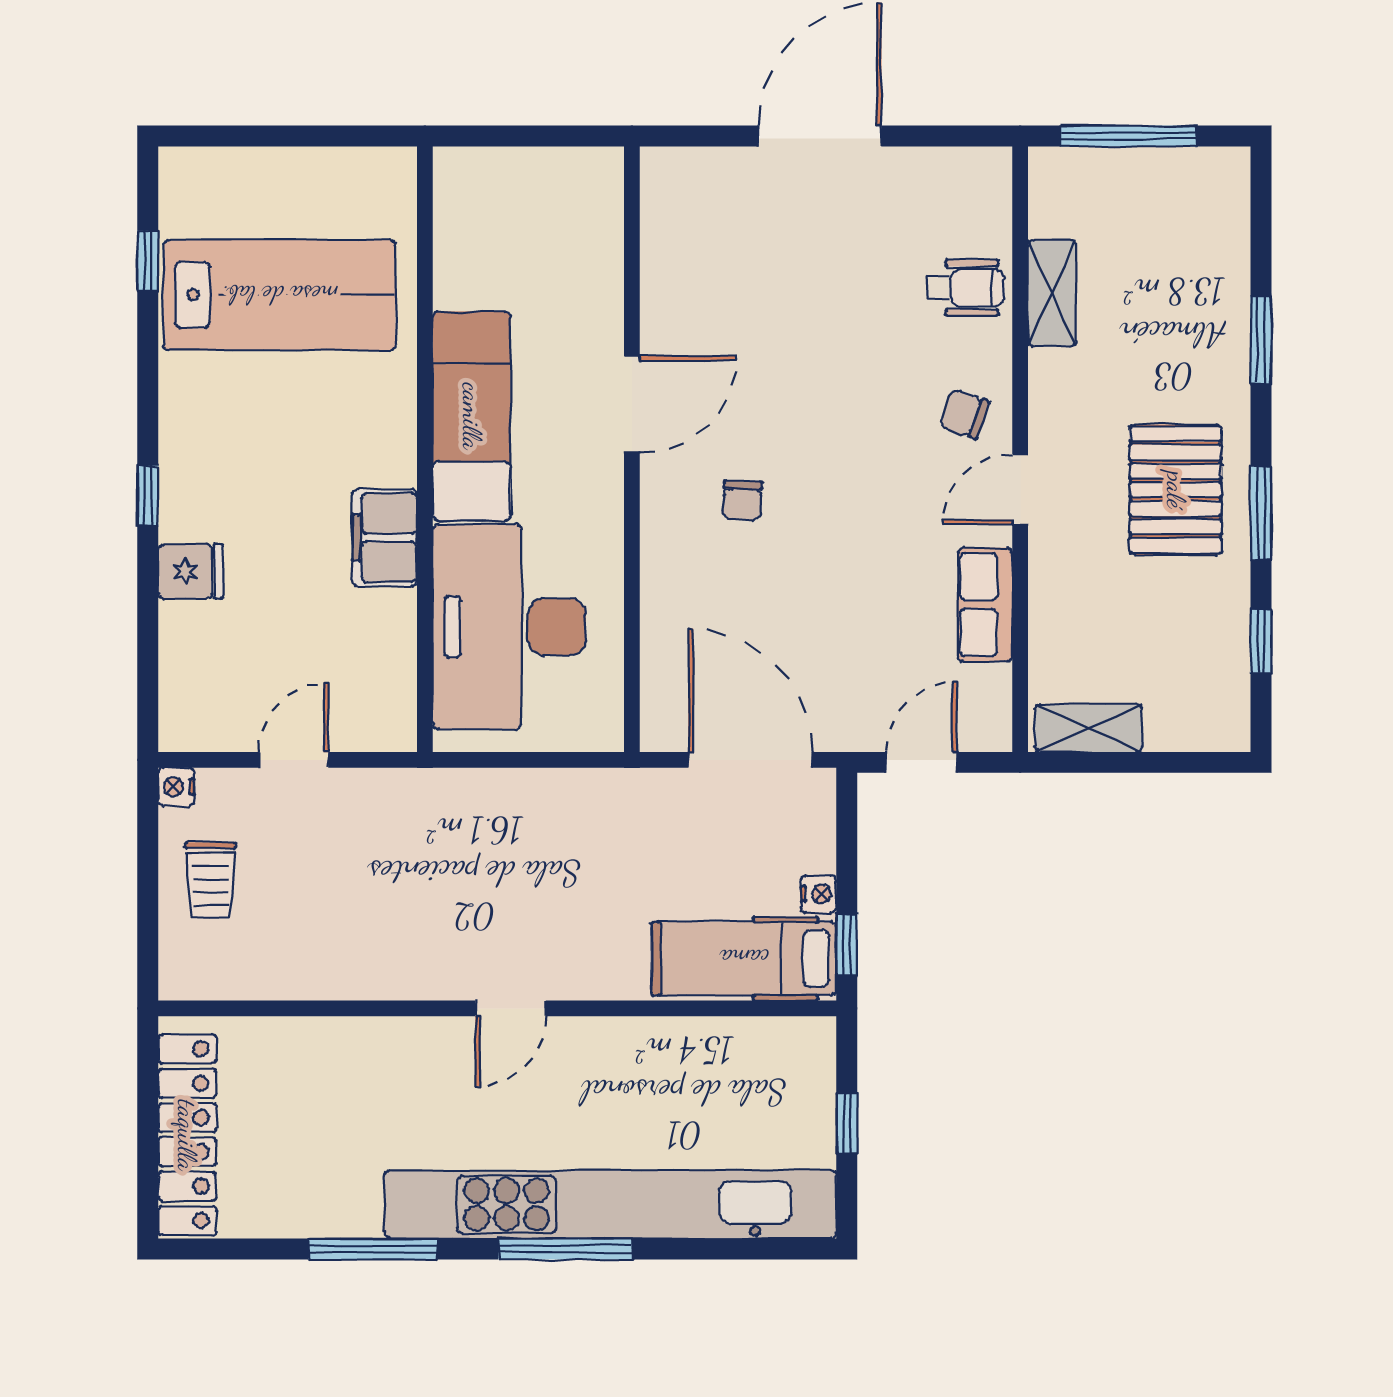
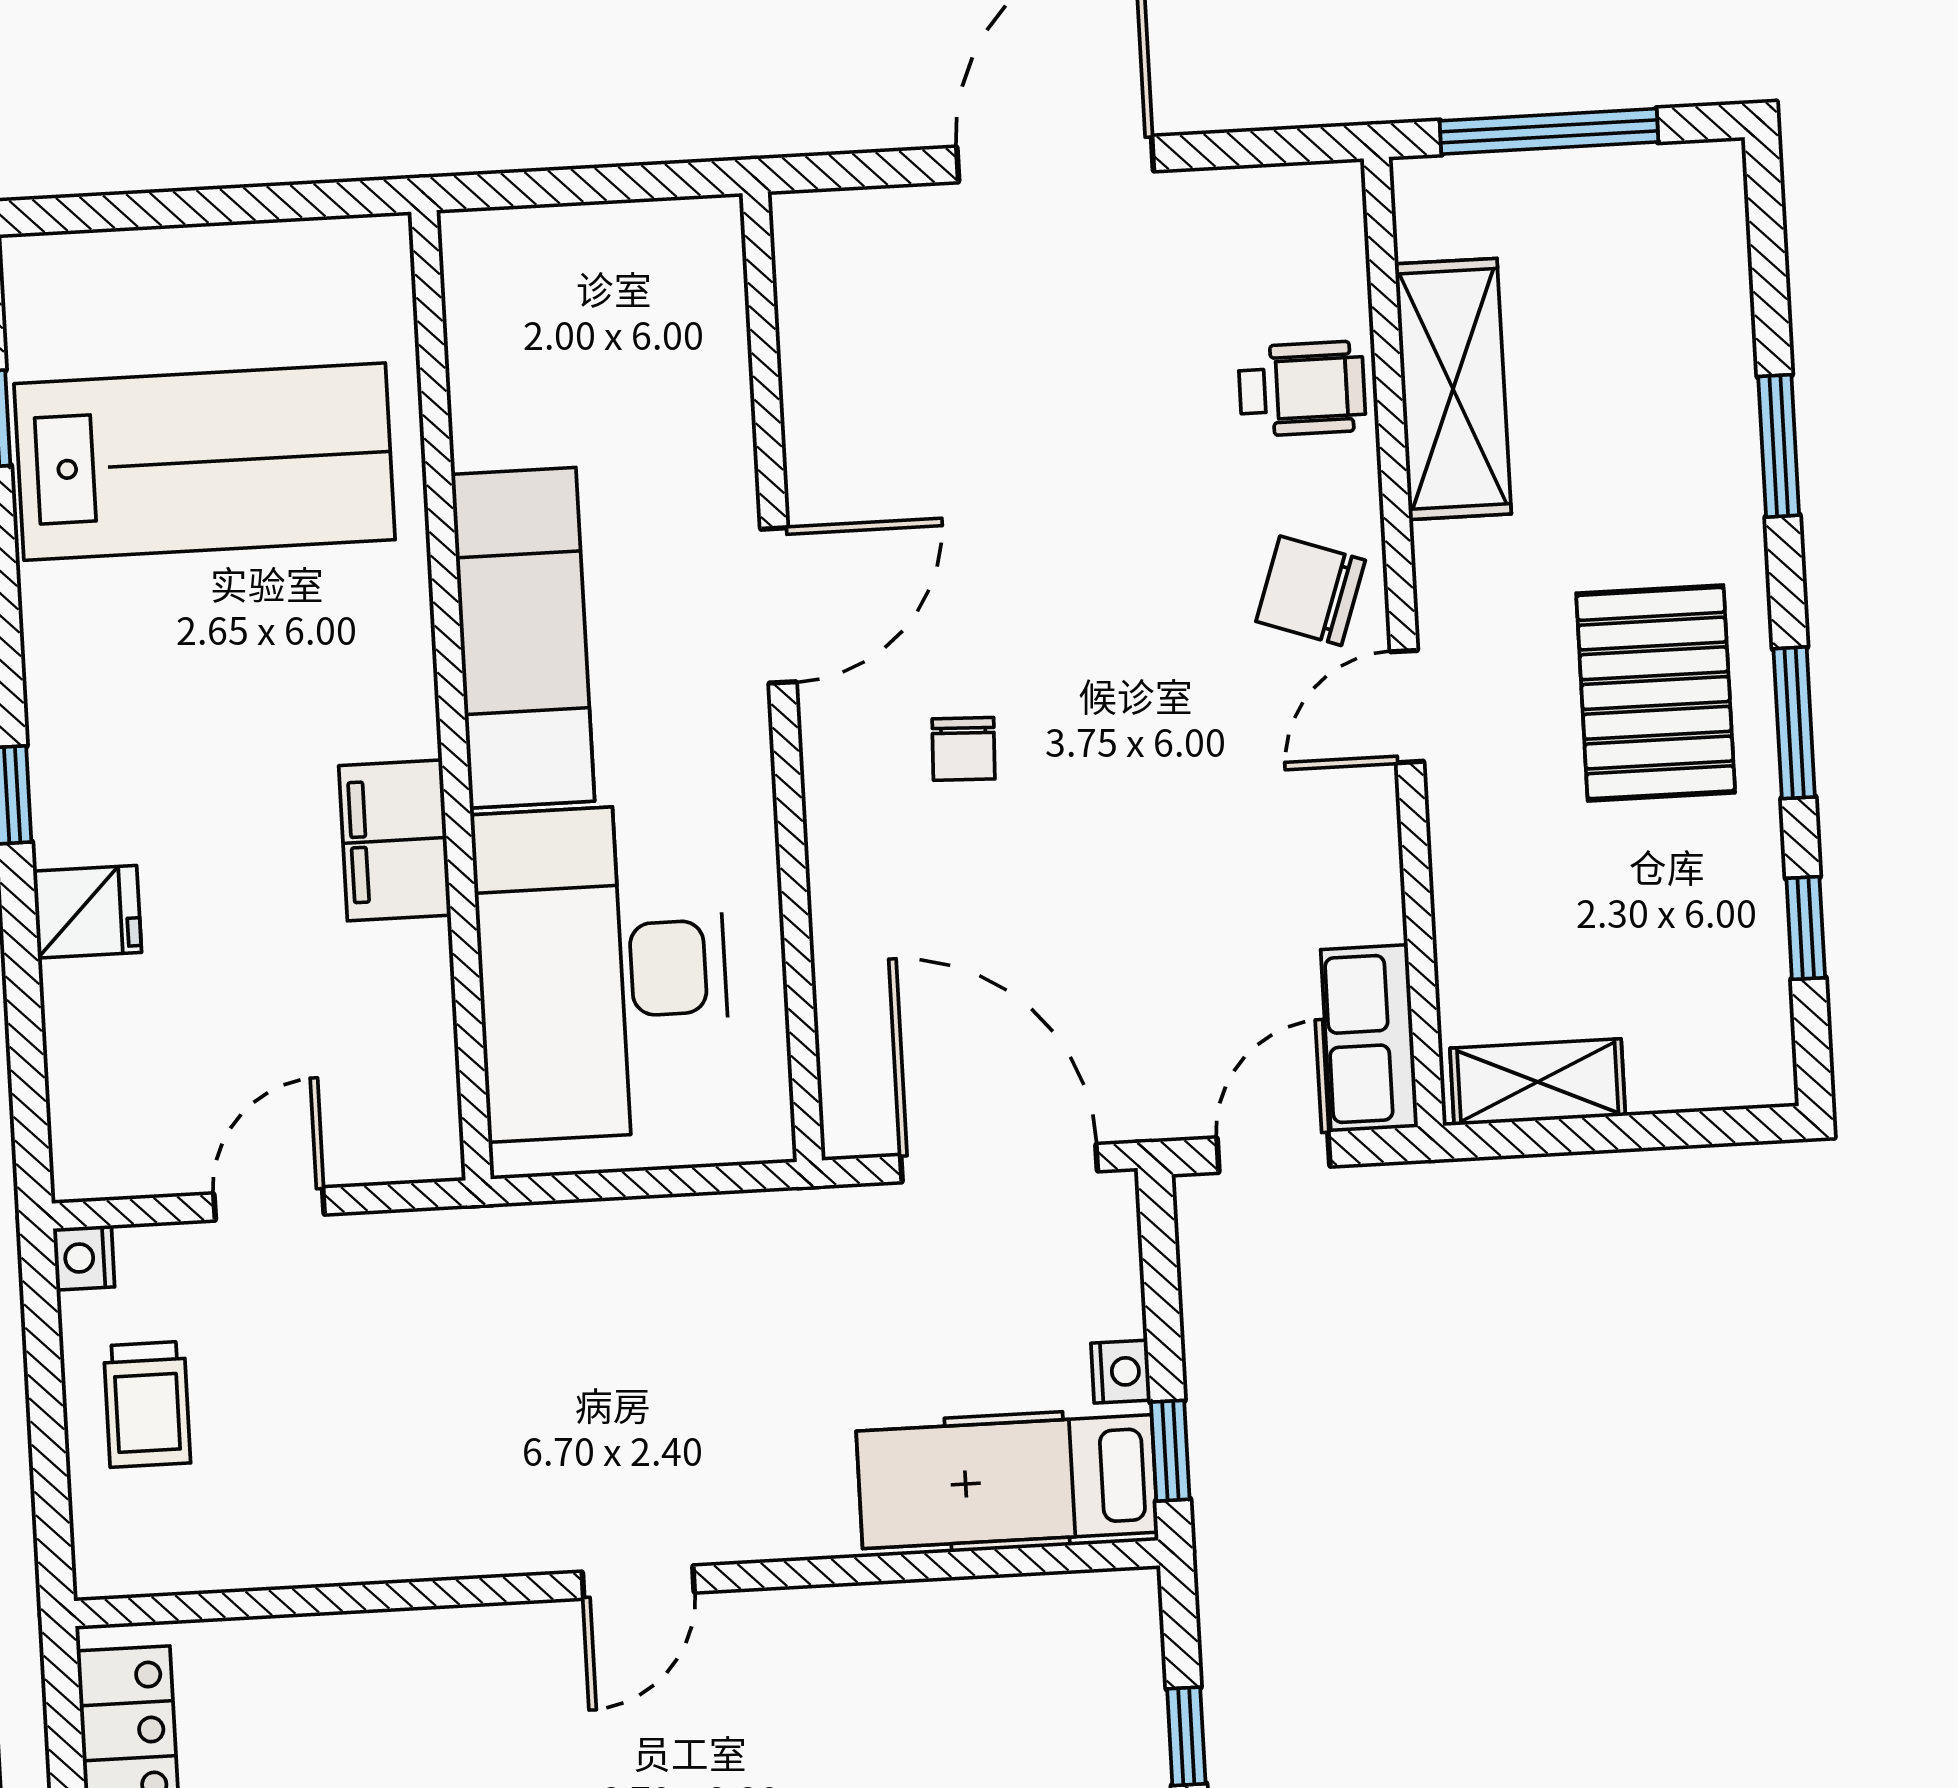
shelving: (1052, 293) -> (1453, 389), width x1.50, depth x1.33
chair: (964, 414) -> (1311, 591), width x1.37, depth x1.37
row of seats: (985, 605) -> (1369, 1038), moved

